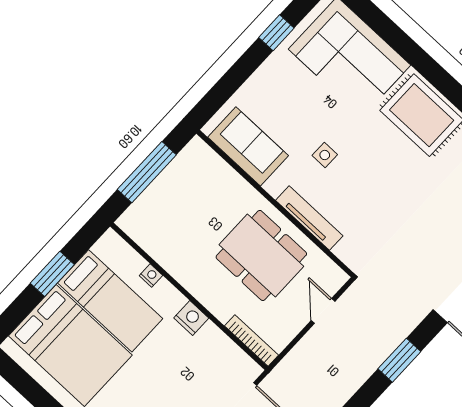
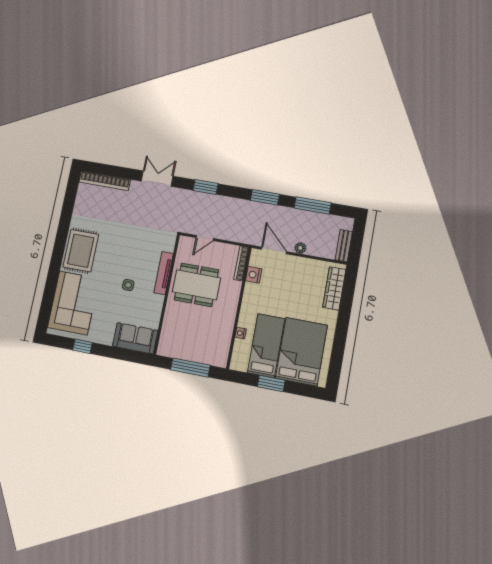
sofa: (248, 146) -> (135, 338), moved, turned 90
dining table: (261, 255) -> (196, 285), turned 90
nightstand: (191, 318) -> (254, 275), moved

